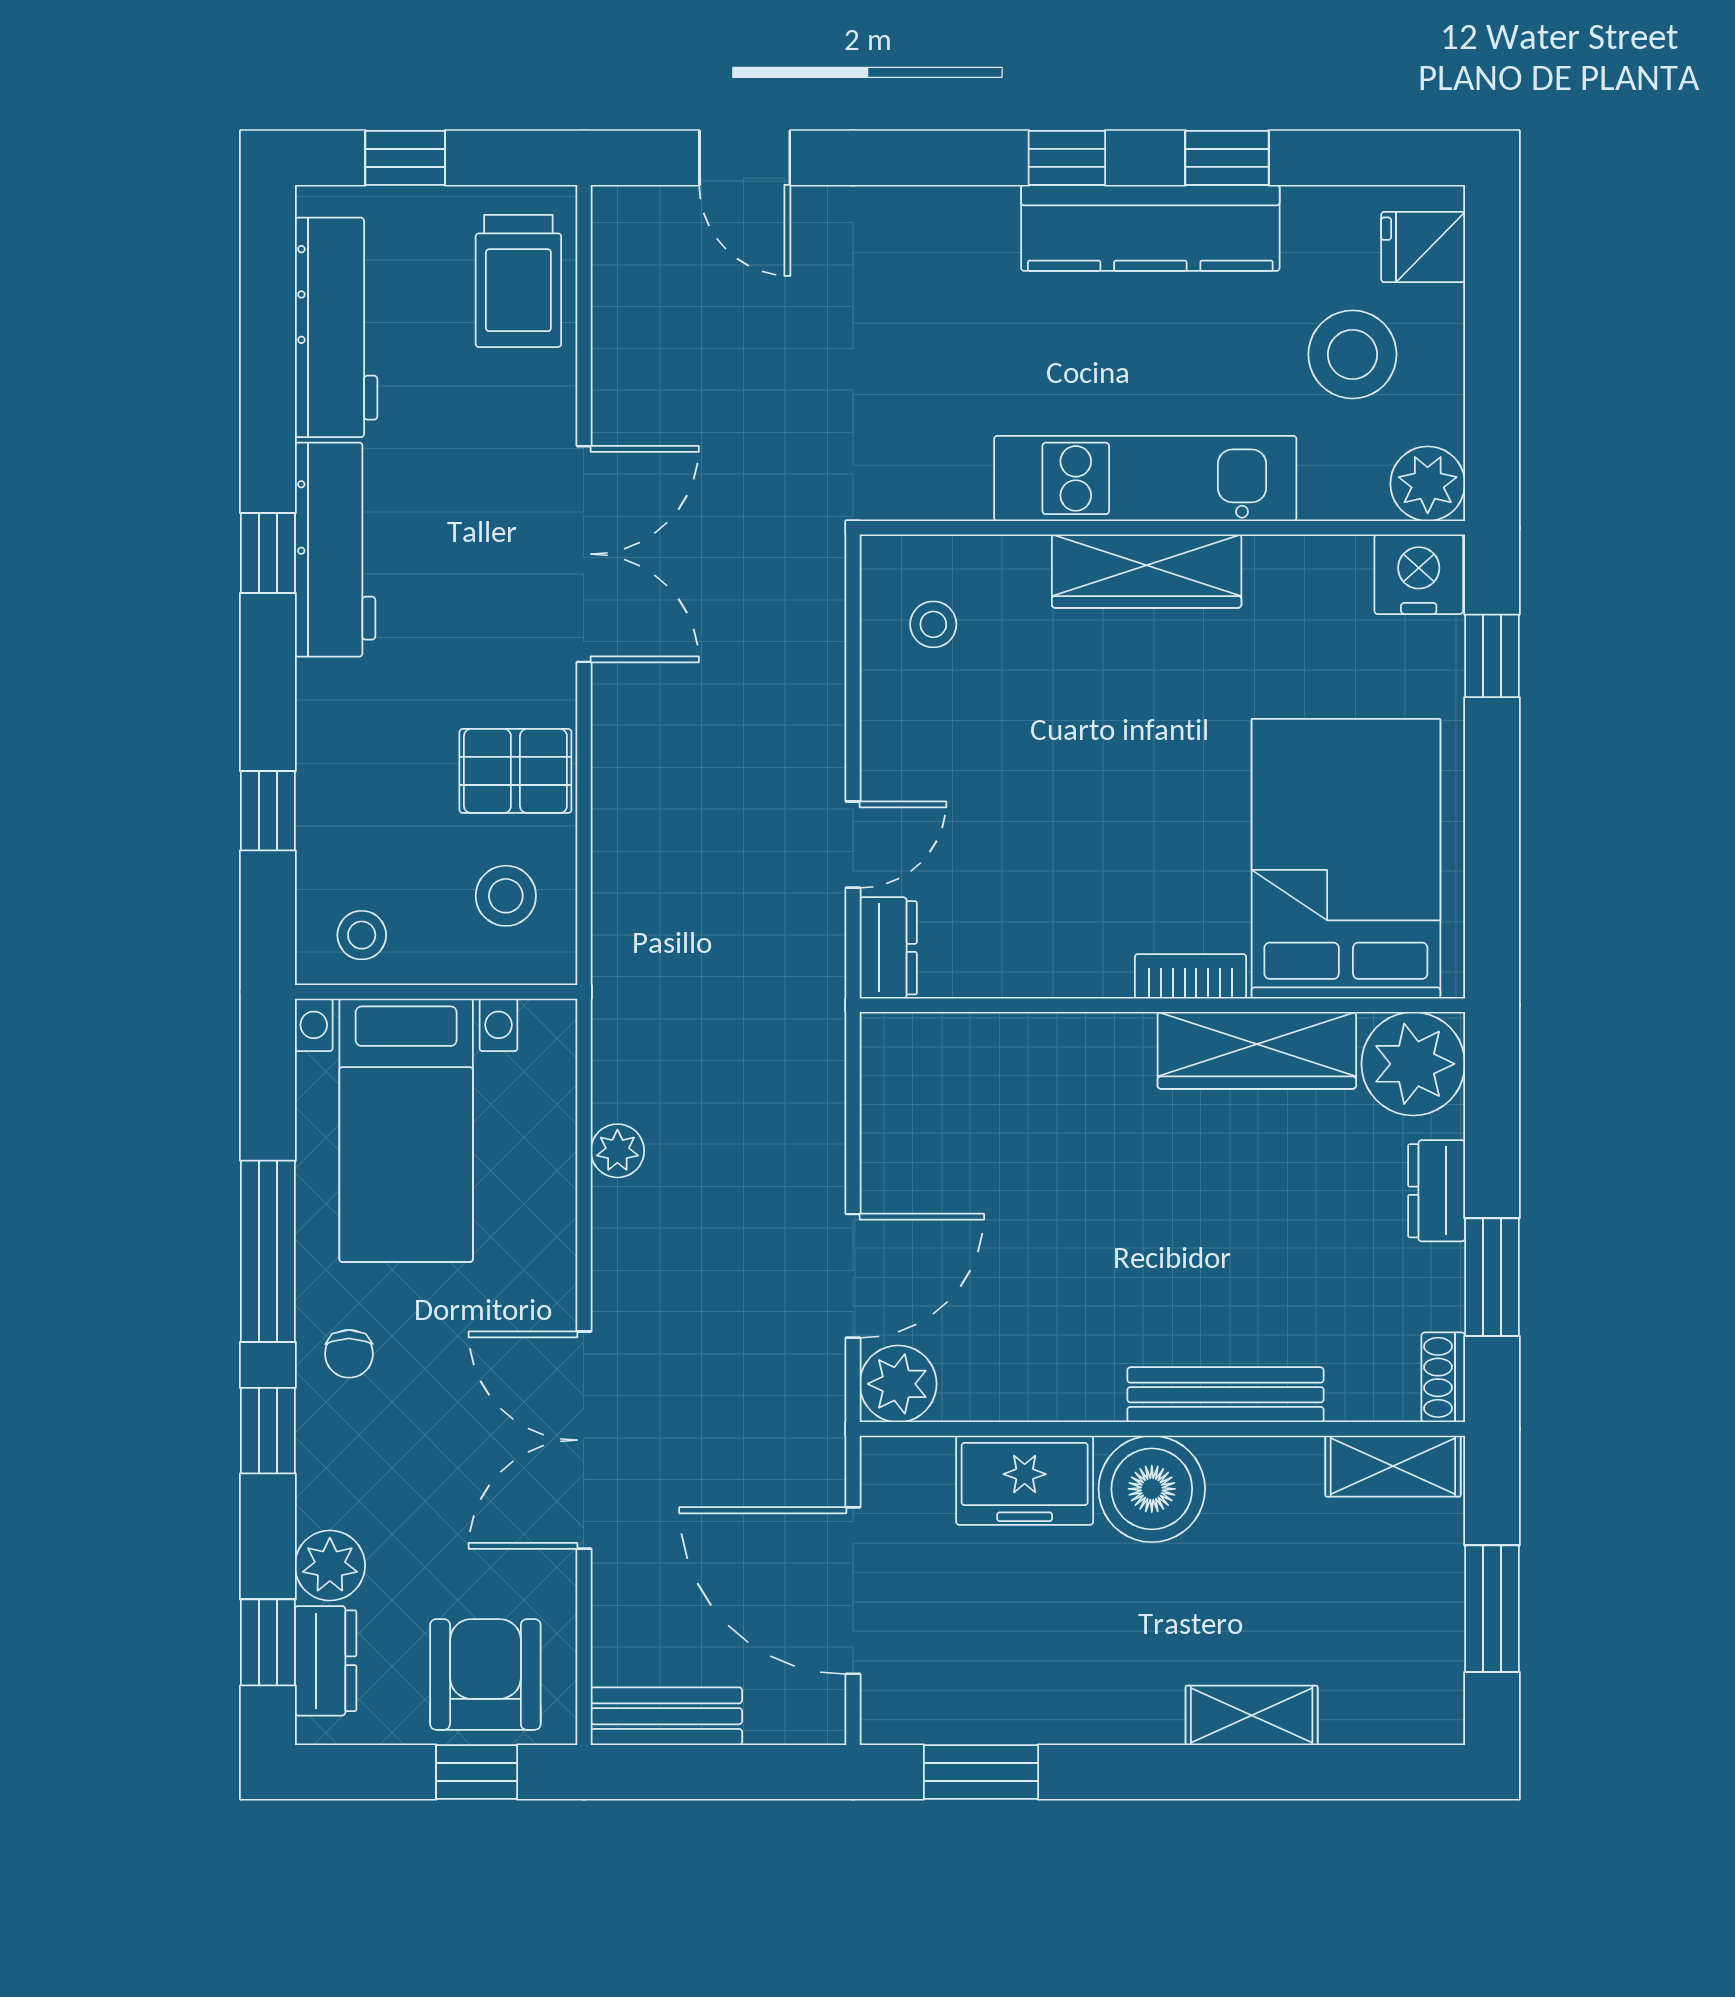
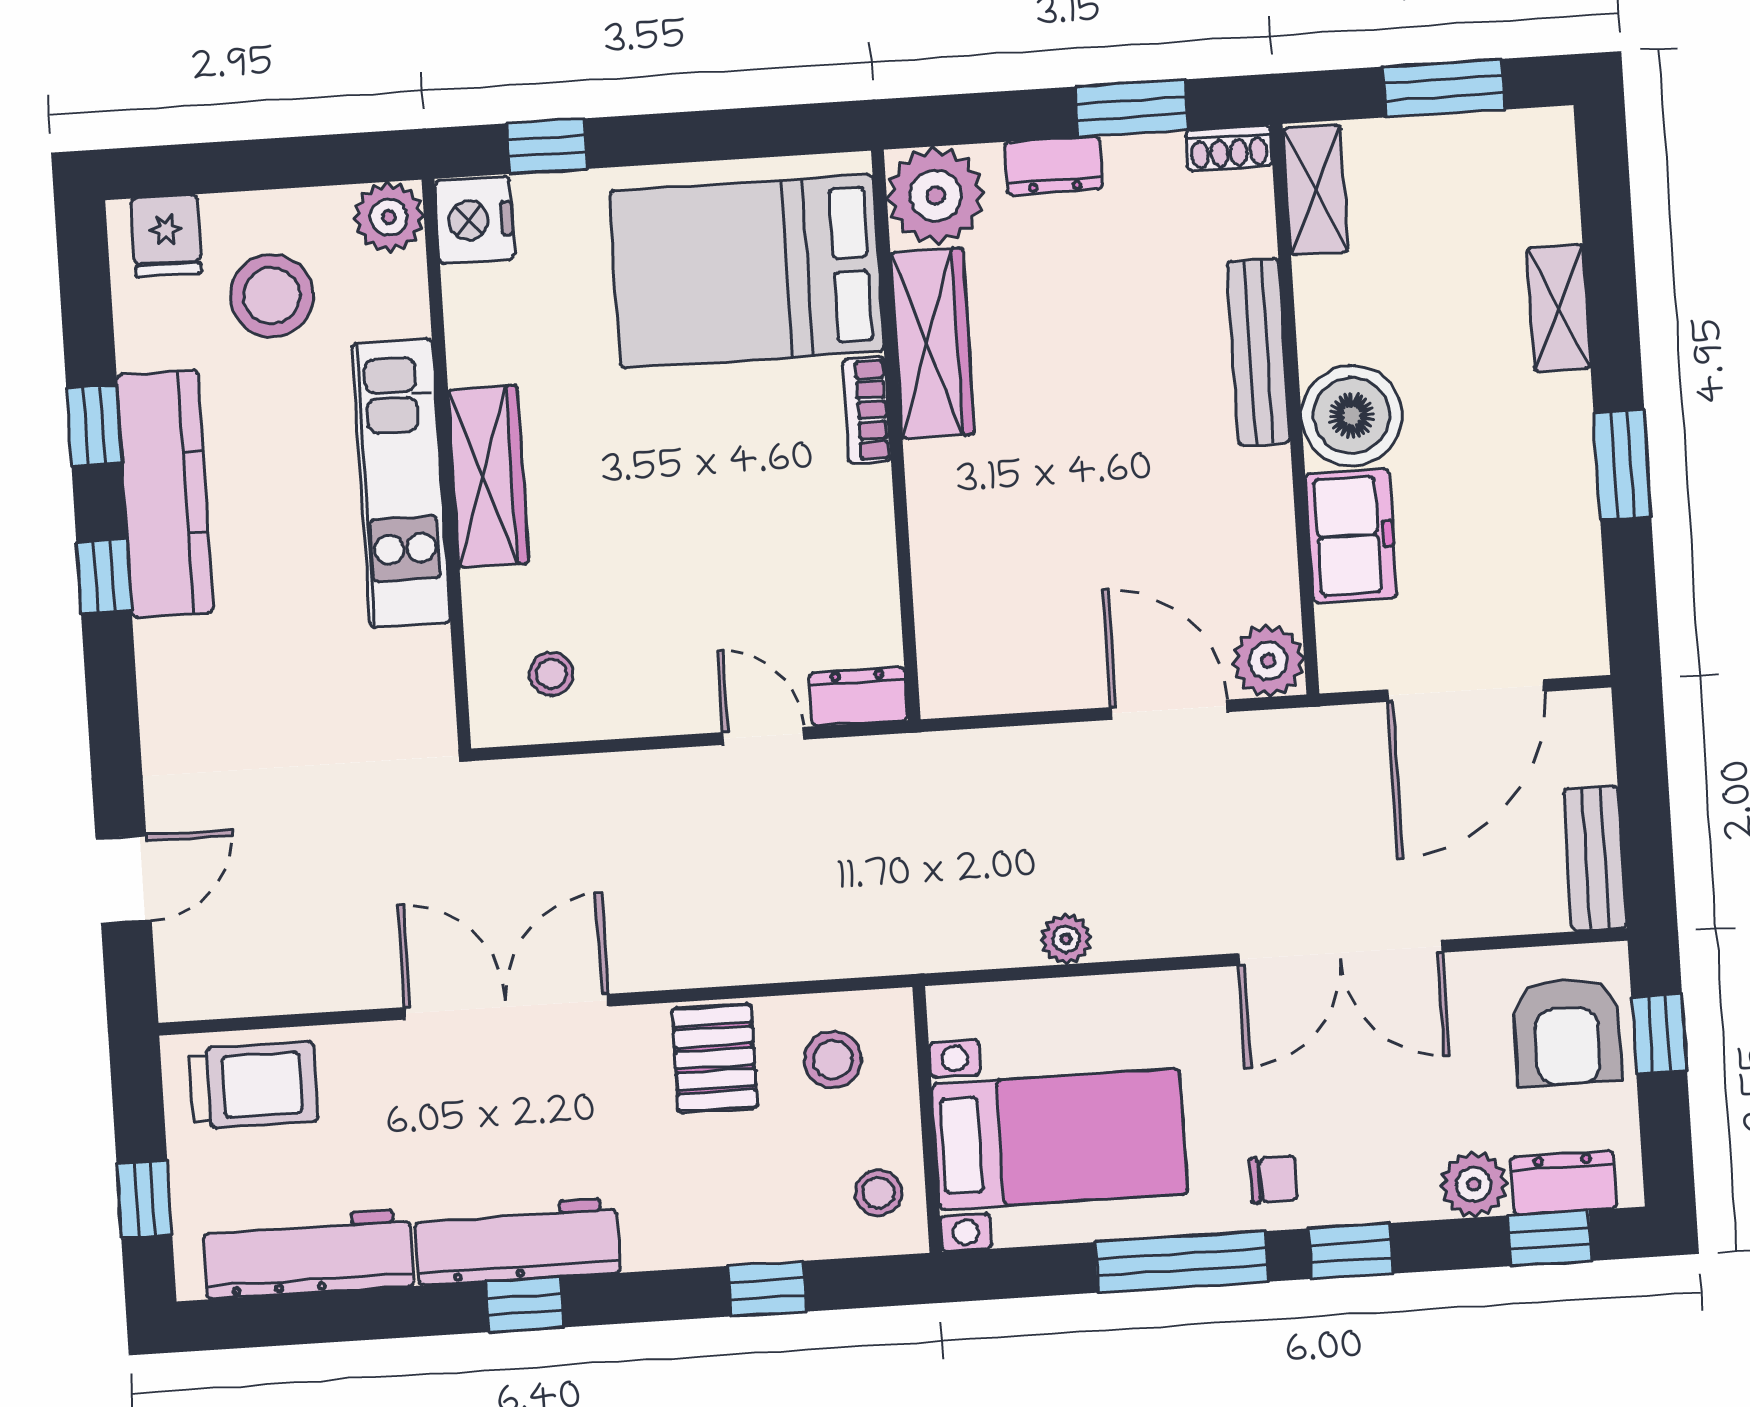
armchair: (485, 1674) -> (1567, 1031), turned -90
window: (981, 1772) -> (1622, 465), moved

